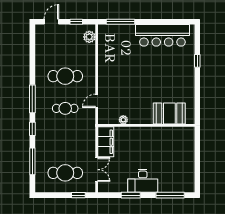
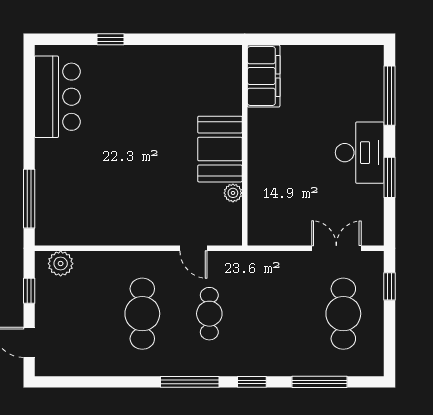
bar counter: (162, 35) -> (57, 97), width x0.73
booth: (169, 114) -> (220, 149), moved
filing cabinet: (106, 142) -> (264, 76), moved, turned 90

